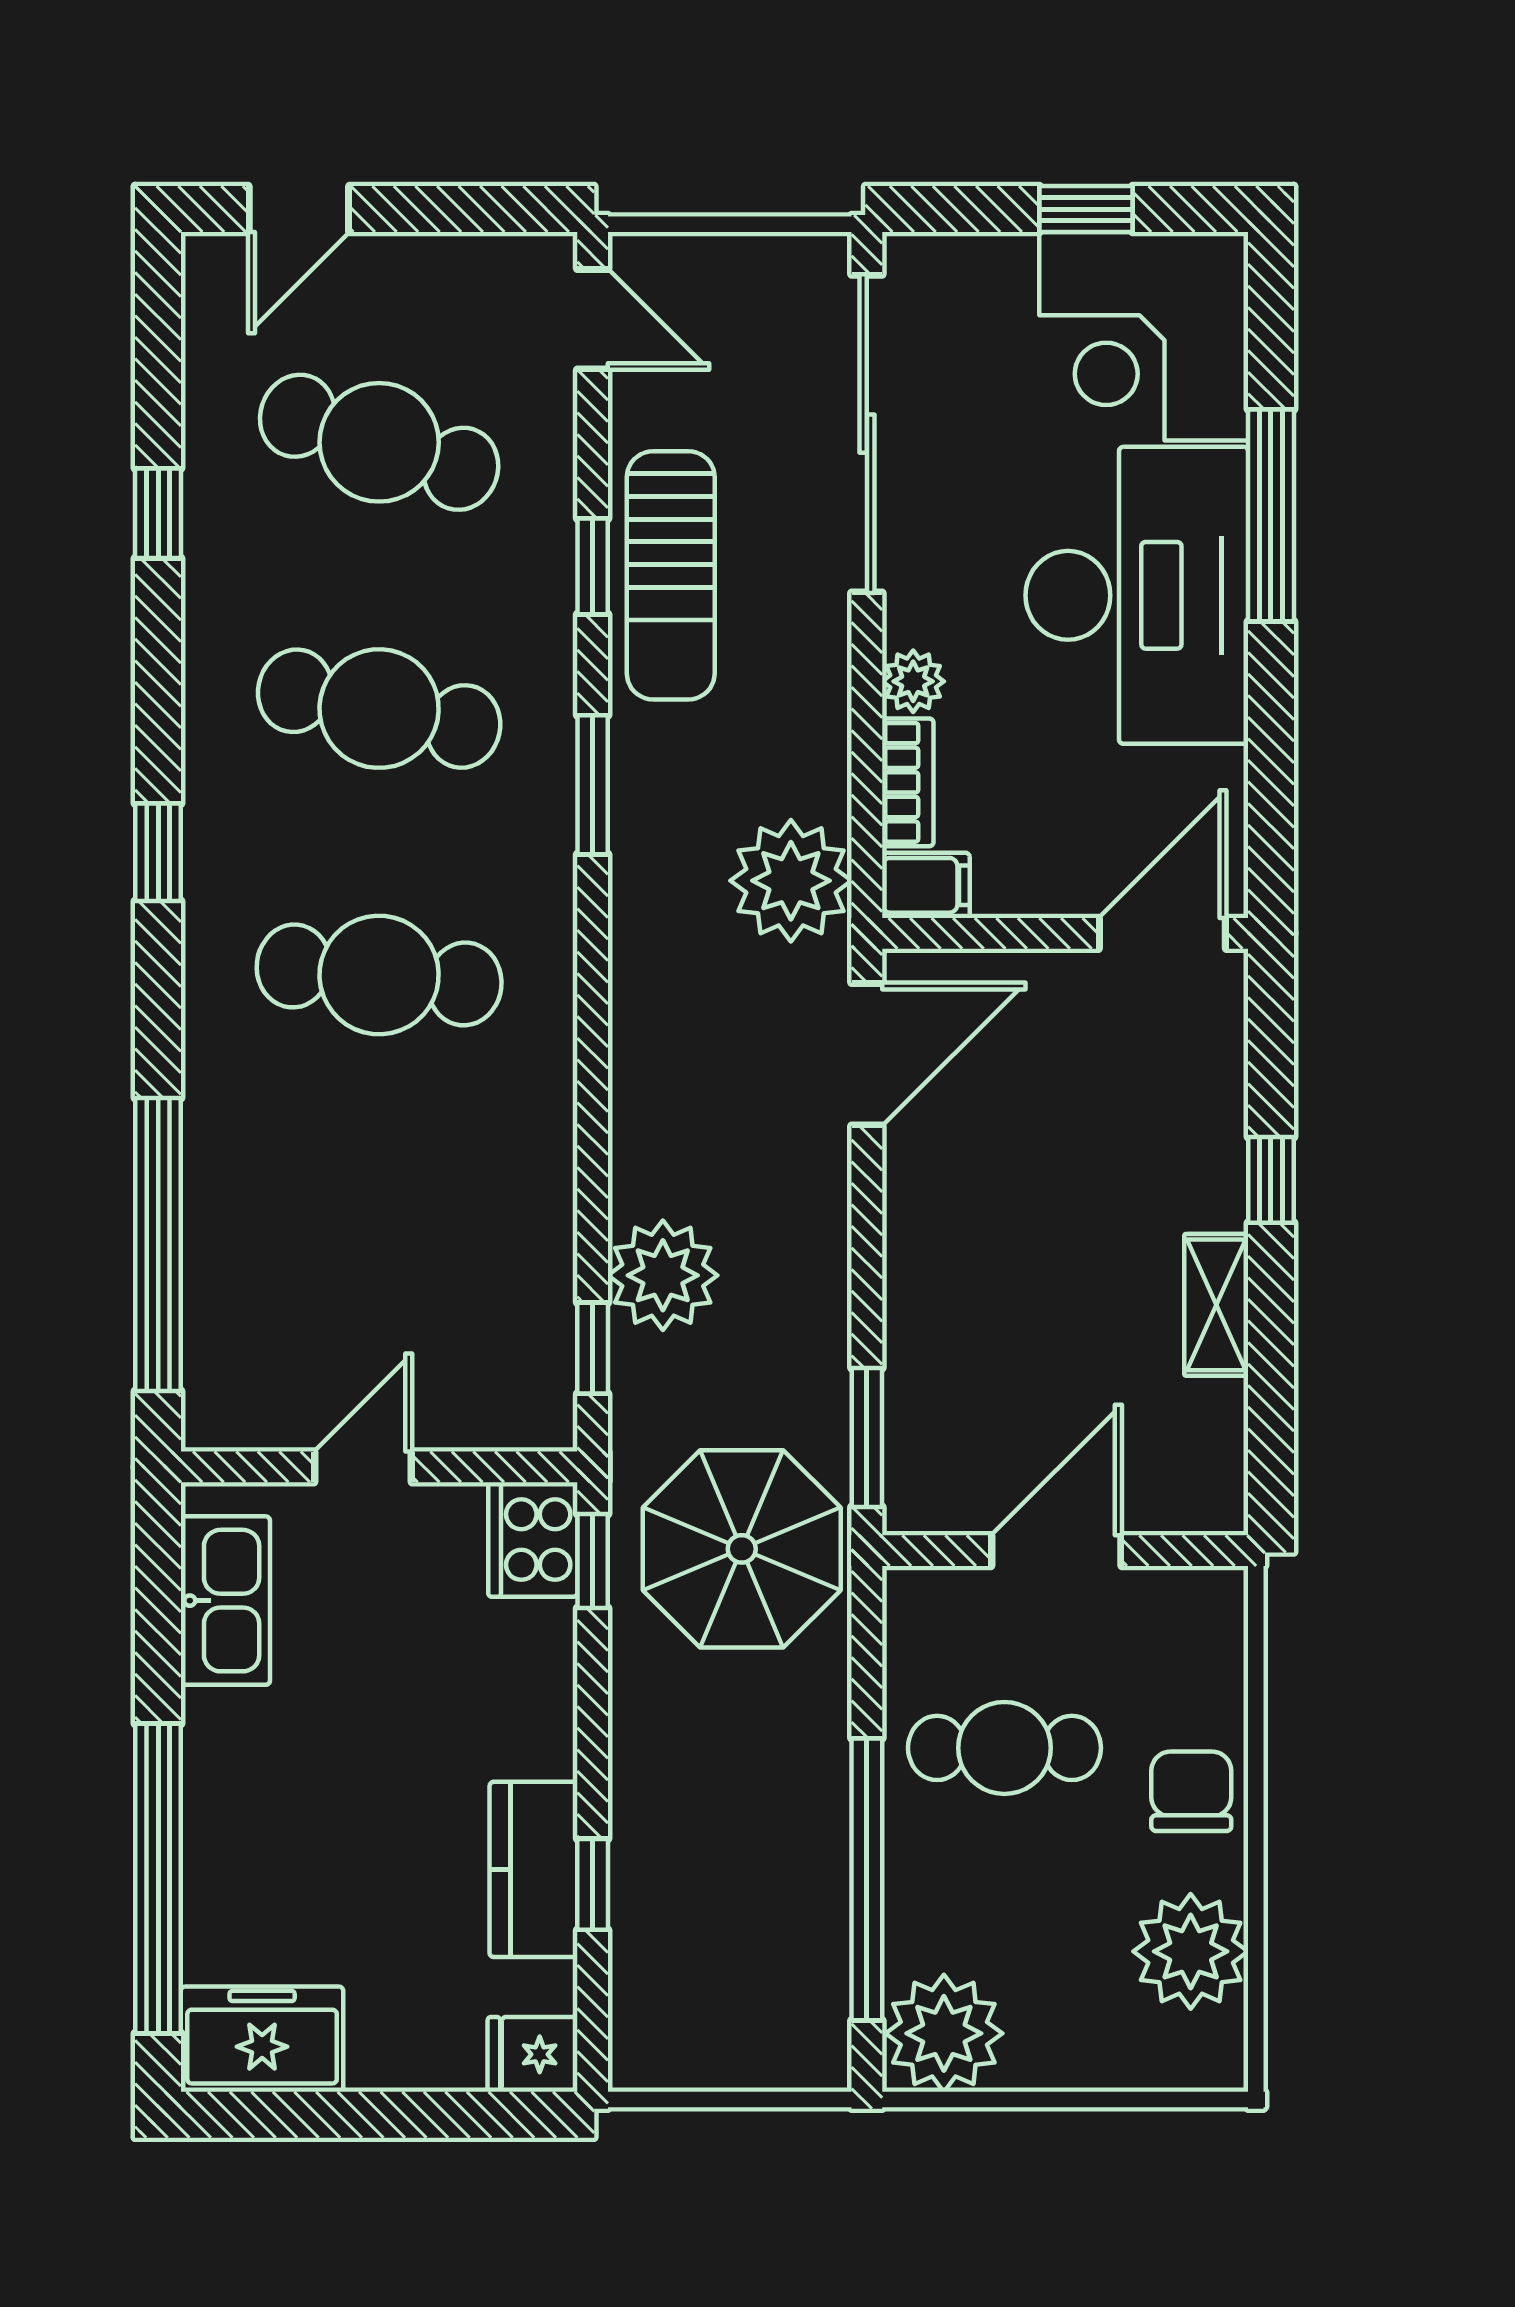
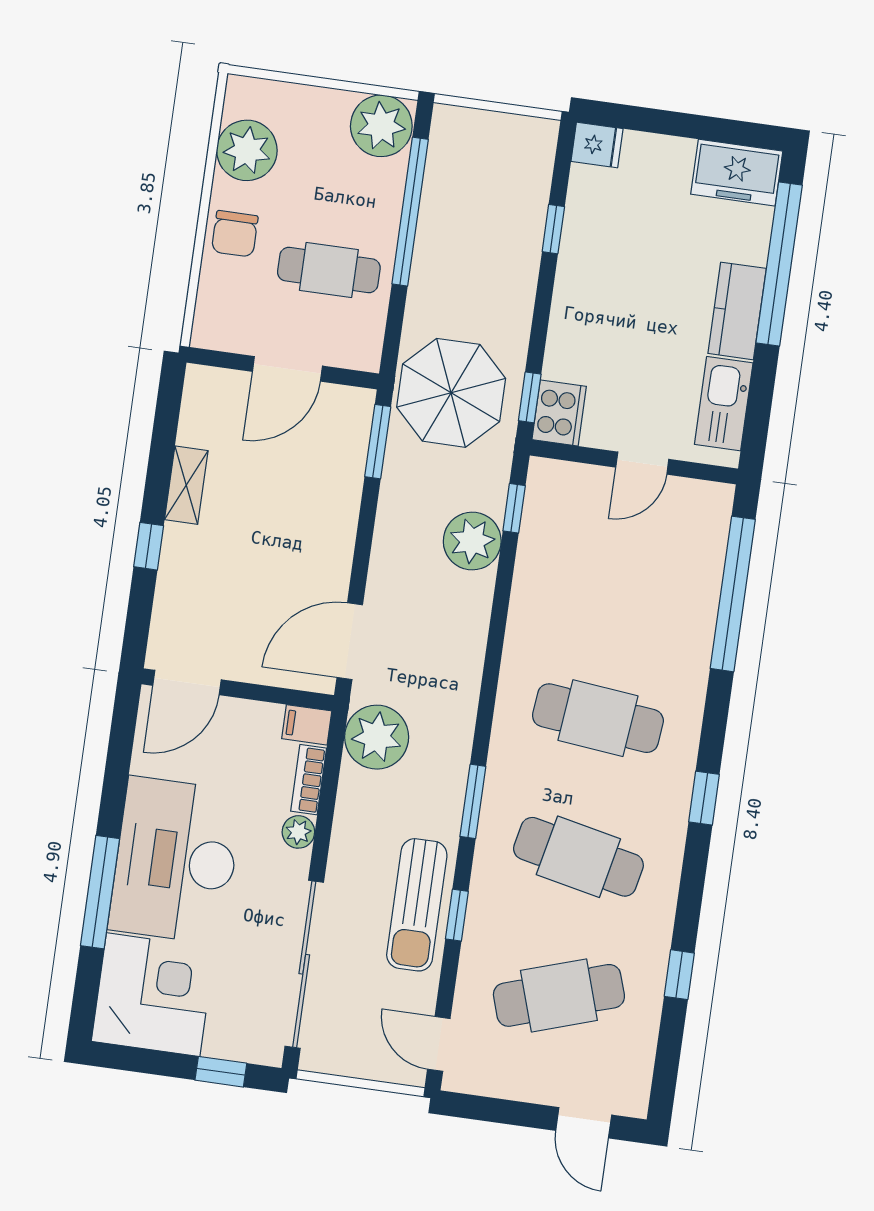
door: (299, 209) -> (584, 1123), swing flipped
window: (1086, 209) -> (221, 1072), moved
cafe table: (379, 442) -> (559, 995), turned -36
sun lounger: (671, 575) -> (417, 905), turned 180
kitchen counter: (533, 1869) -> (737, 311), moved, turned 180

